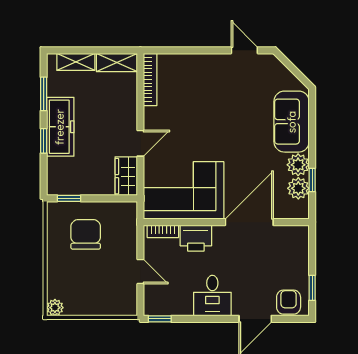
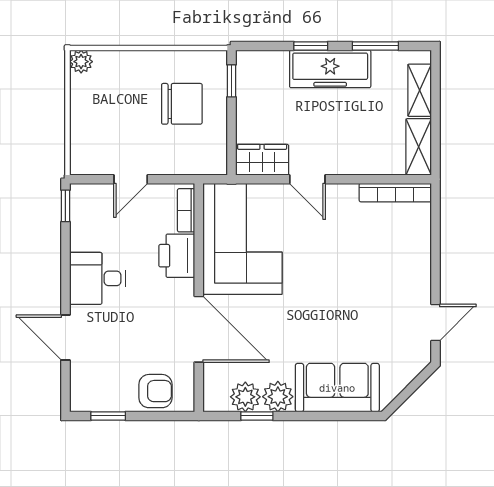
armchair: (289, 302) -> (155, 391), moved

